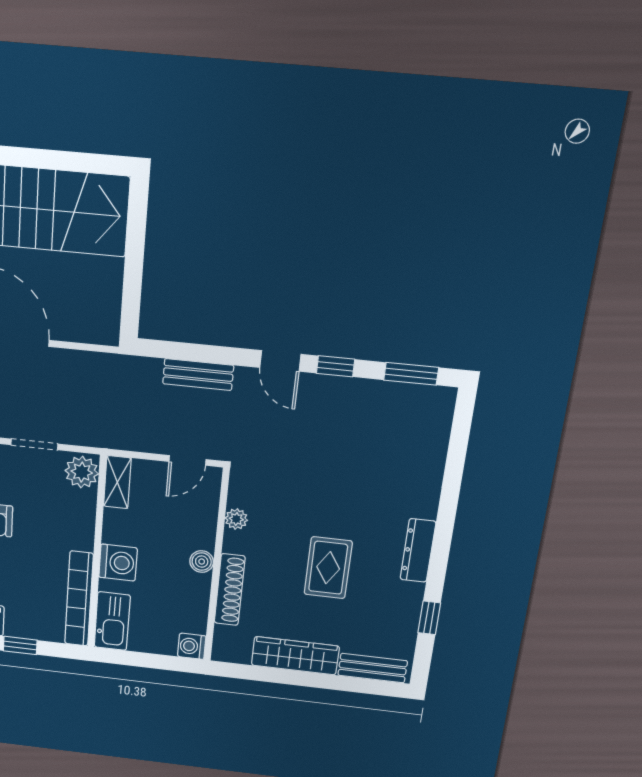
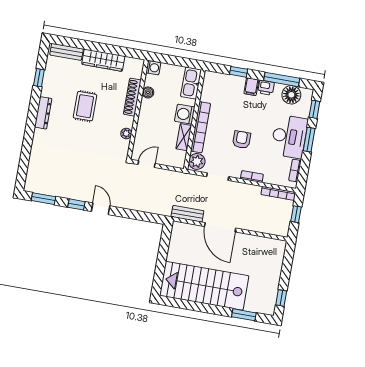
bench: (198, 375) -> (187, 214), moved
shelving: (117, 482) -> (184, 137), moved
boiler: (202, 562) -> (148, 92), moved
bookcase: (79, 599) -> (201, 127), moved

